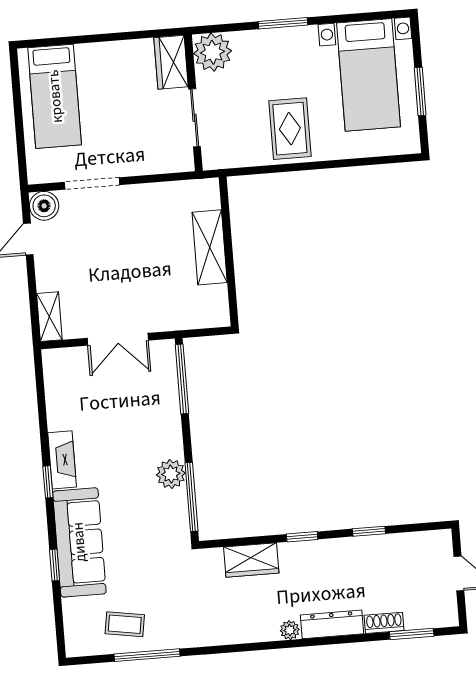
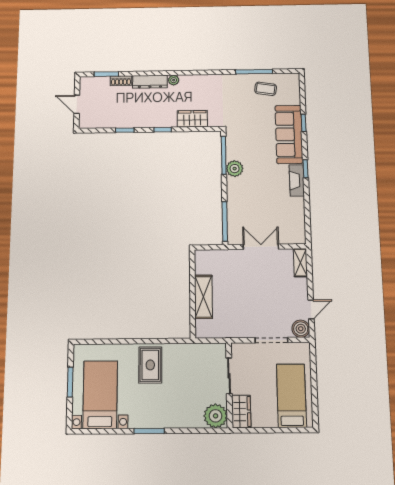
plant: (213, 52) -> (216, 416), moved
wardrobe: (171, 62) -> (241, 411), moved
wall: (193, 103) -> (229, 385), moved
sliding door: (195, 118) -> (229, 376), moved

